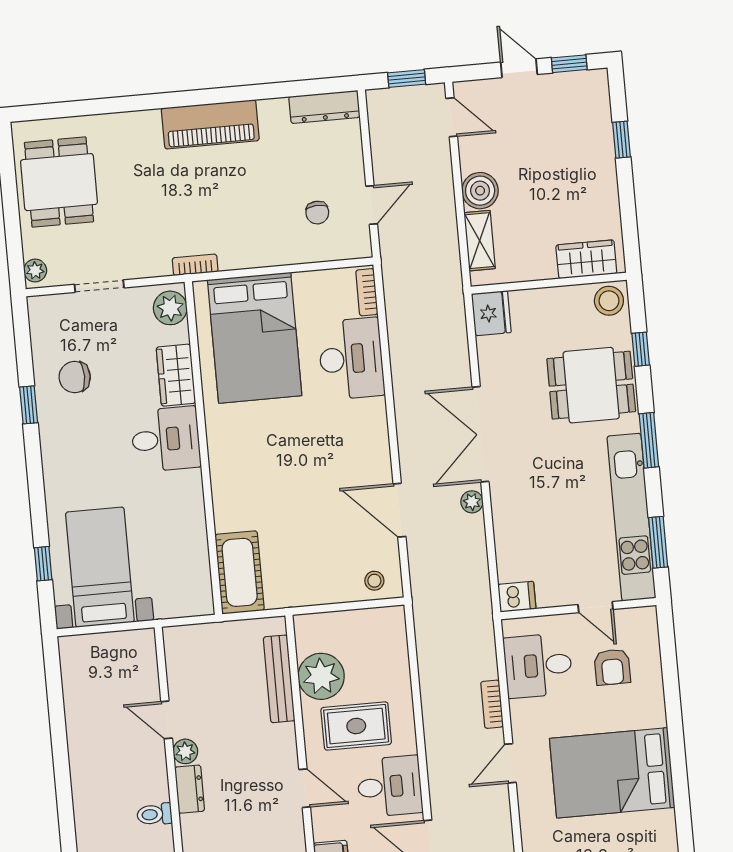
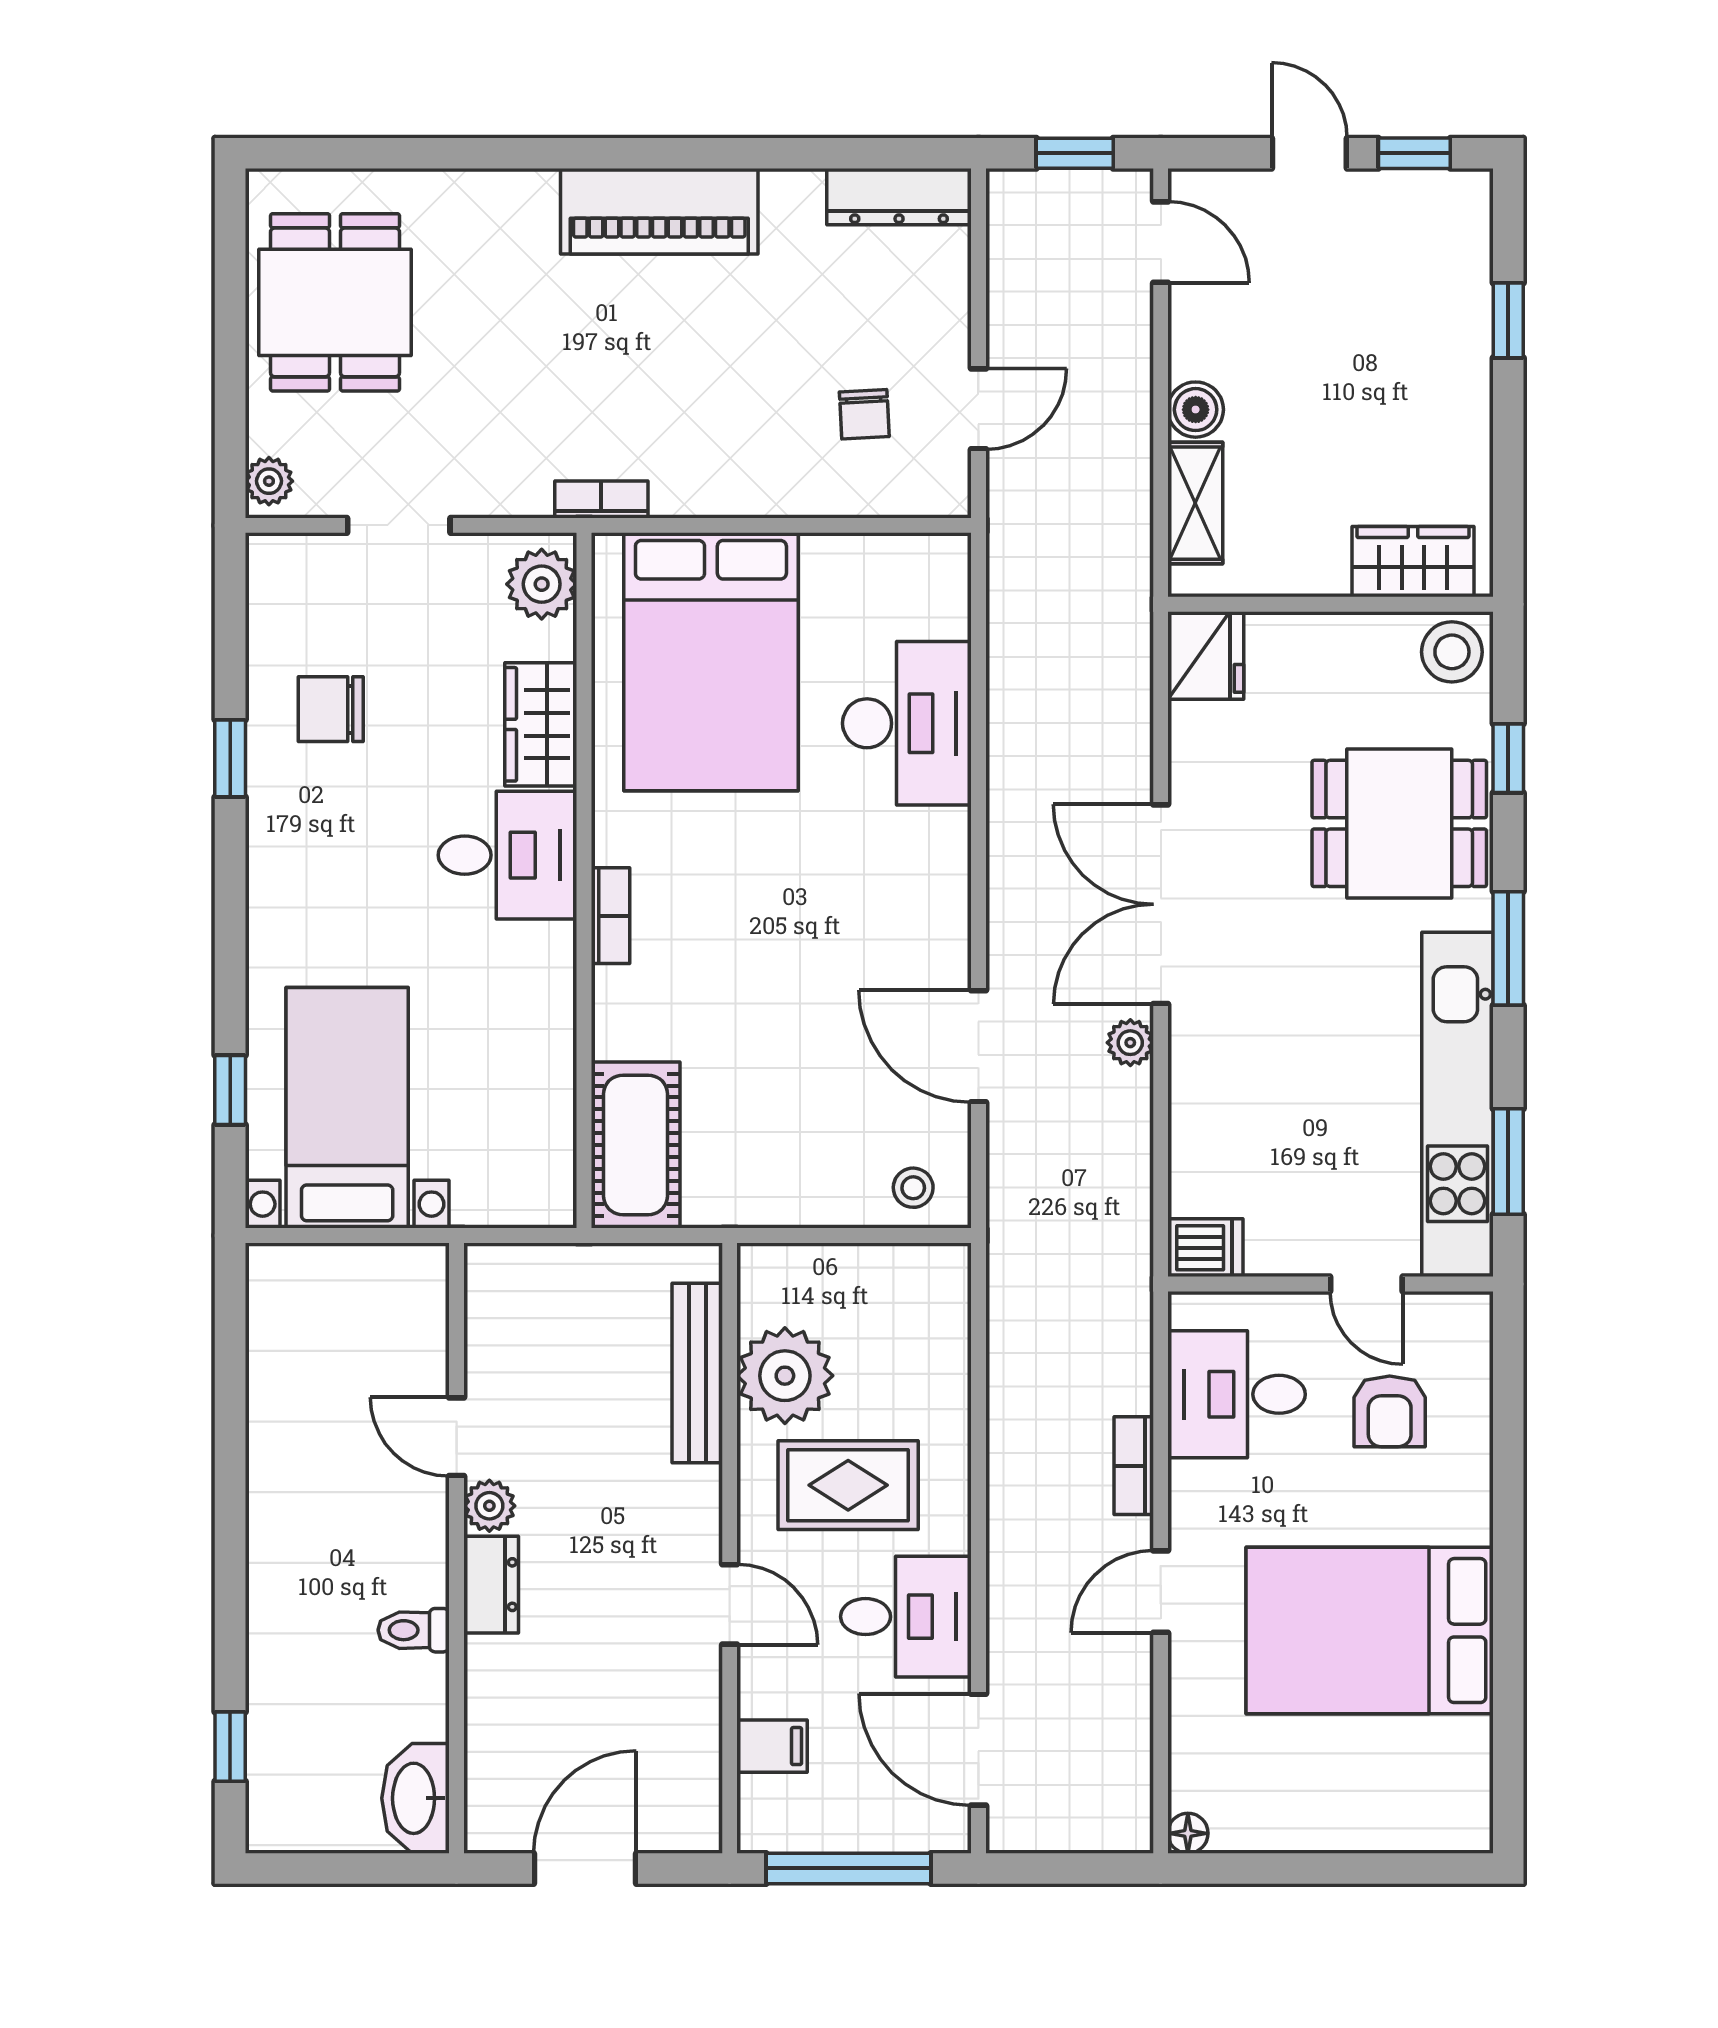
boiler: (480, 191) -> (1196, 410), width x0.73, depth x0.73
bookcase: (367, 292) -> (610, 916), moved, turned 180

